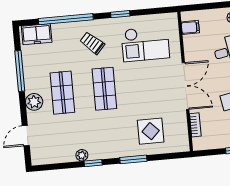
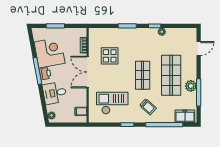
shop shelf: (62, 93) -> (171, 75), width x1.43, depth x1.36
plant: (34, 102) -> (191, 86), moved
display table: (151, 131) -> (110, 56), moved

